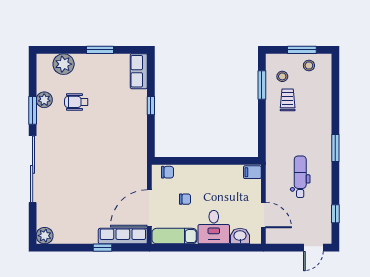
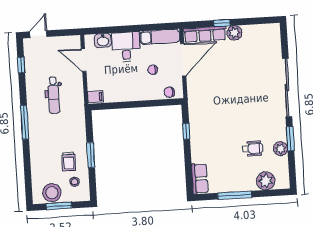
window: (100, 50) -> (235, 195), width x1.44
stool: (309, 65) -> (52, 193), width x1.89, depth x1.89
window: (262, 85) -> (91, 155), moved
window: (151, 106) -> (186, 131), moved
window: (335, 148) -> (25, 122), width x1.44
plant: (45, 236) -> (234, 33), moved

